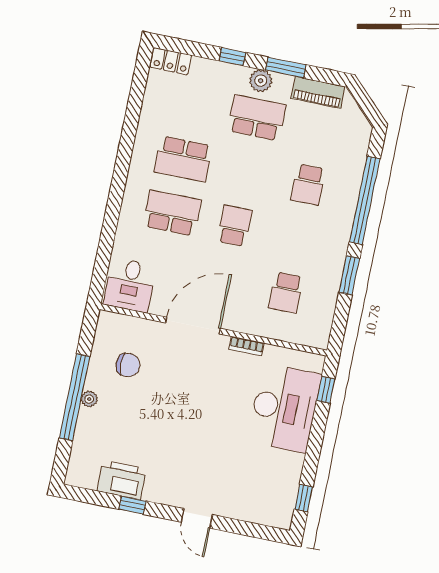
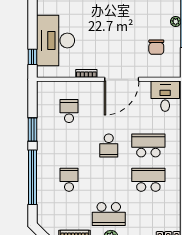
school desk: (172, 213) -> (148, 145), turned 180
chair: (128, 365) -> (156, 47), turned -90

